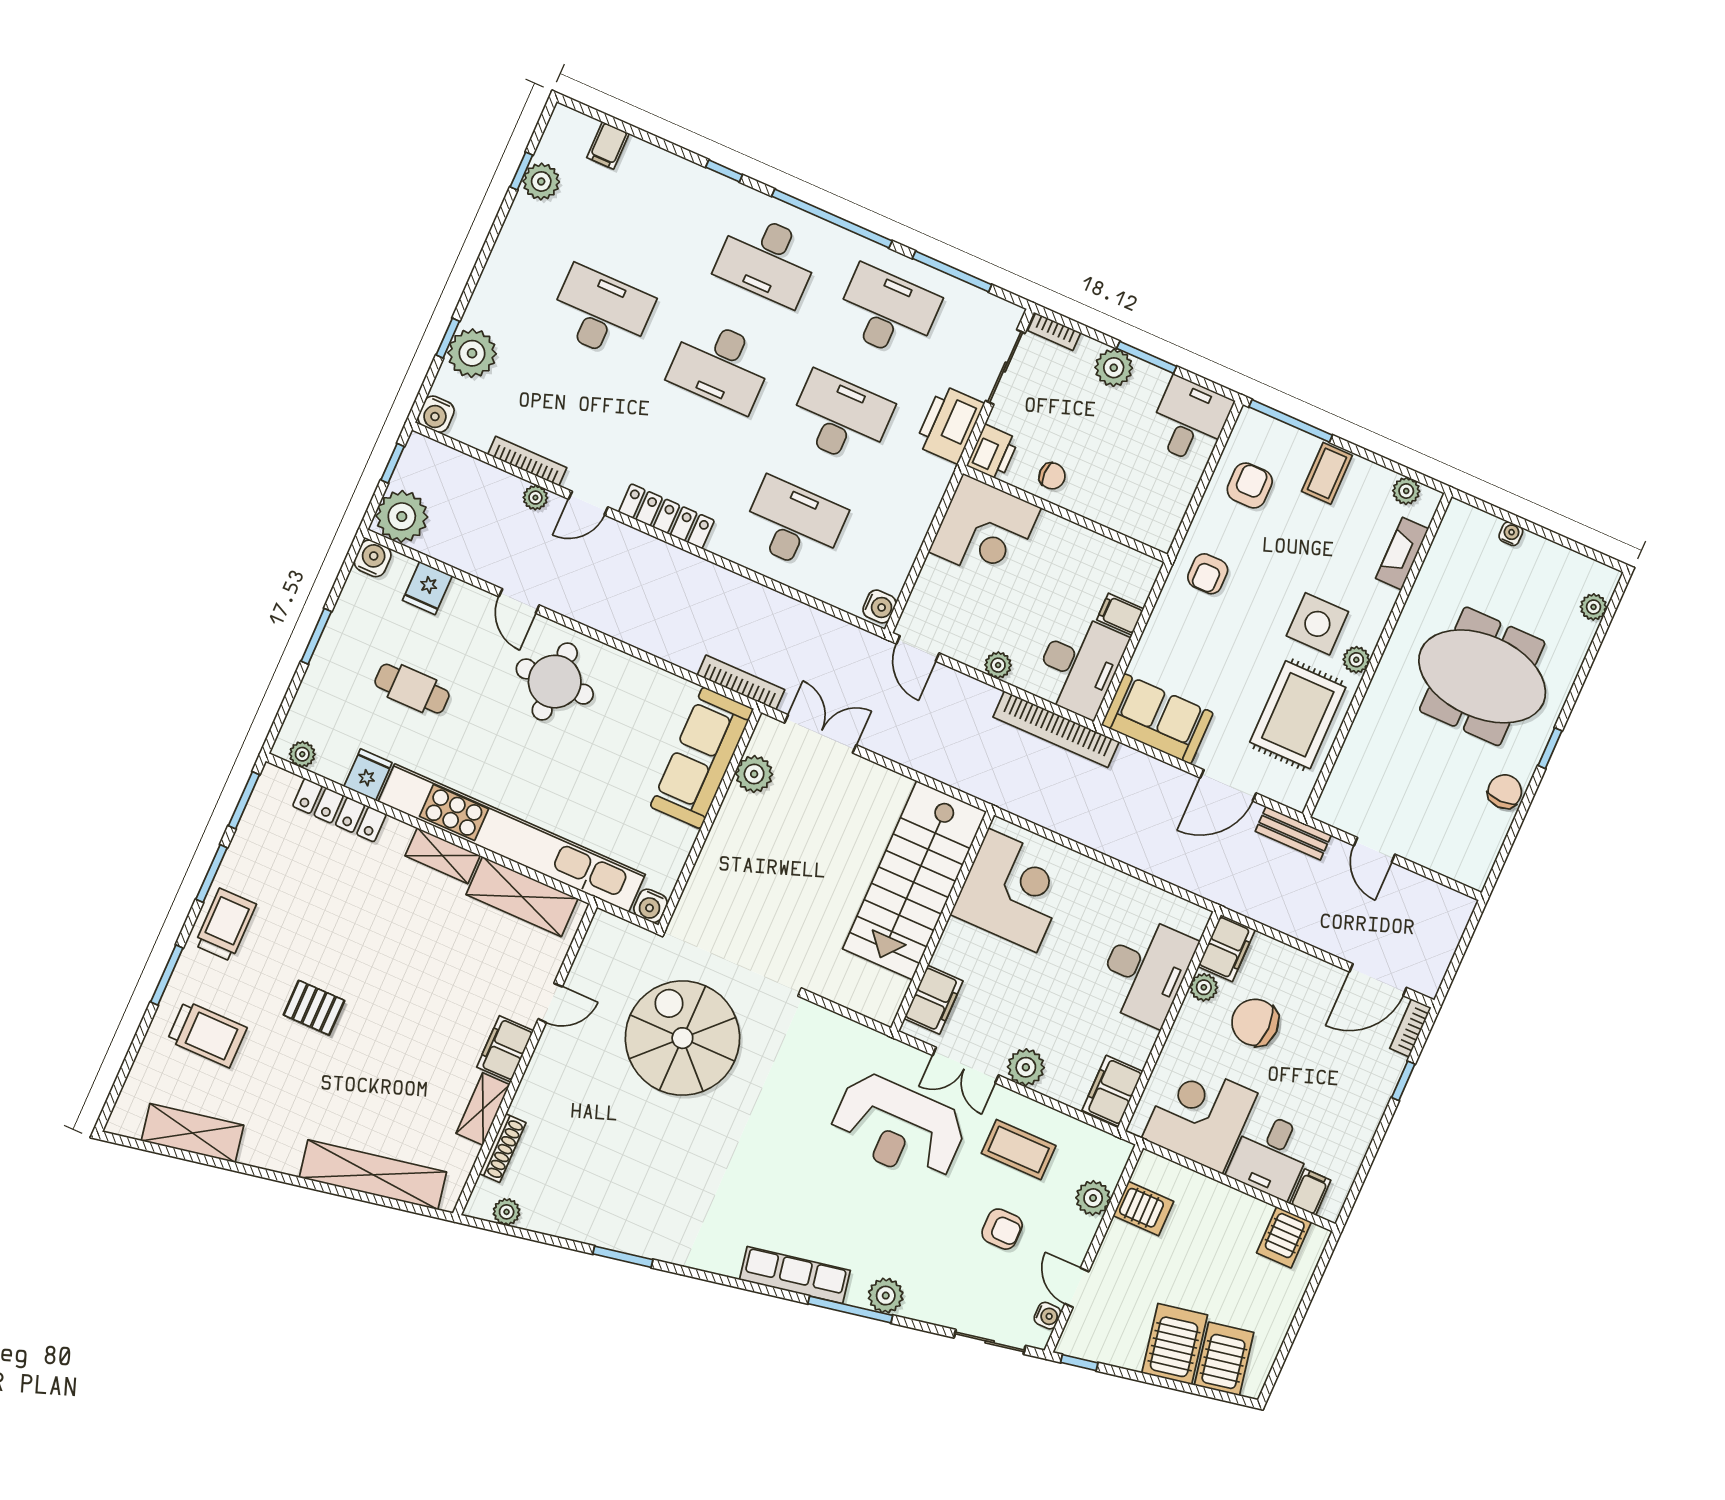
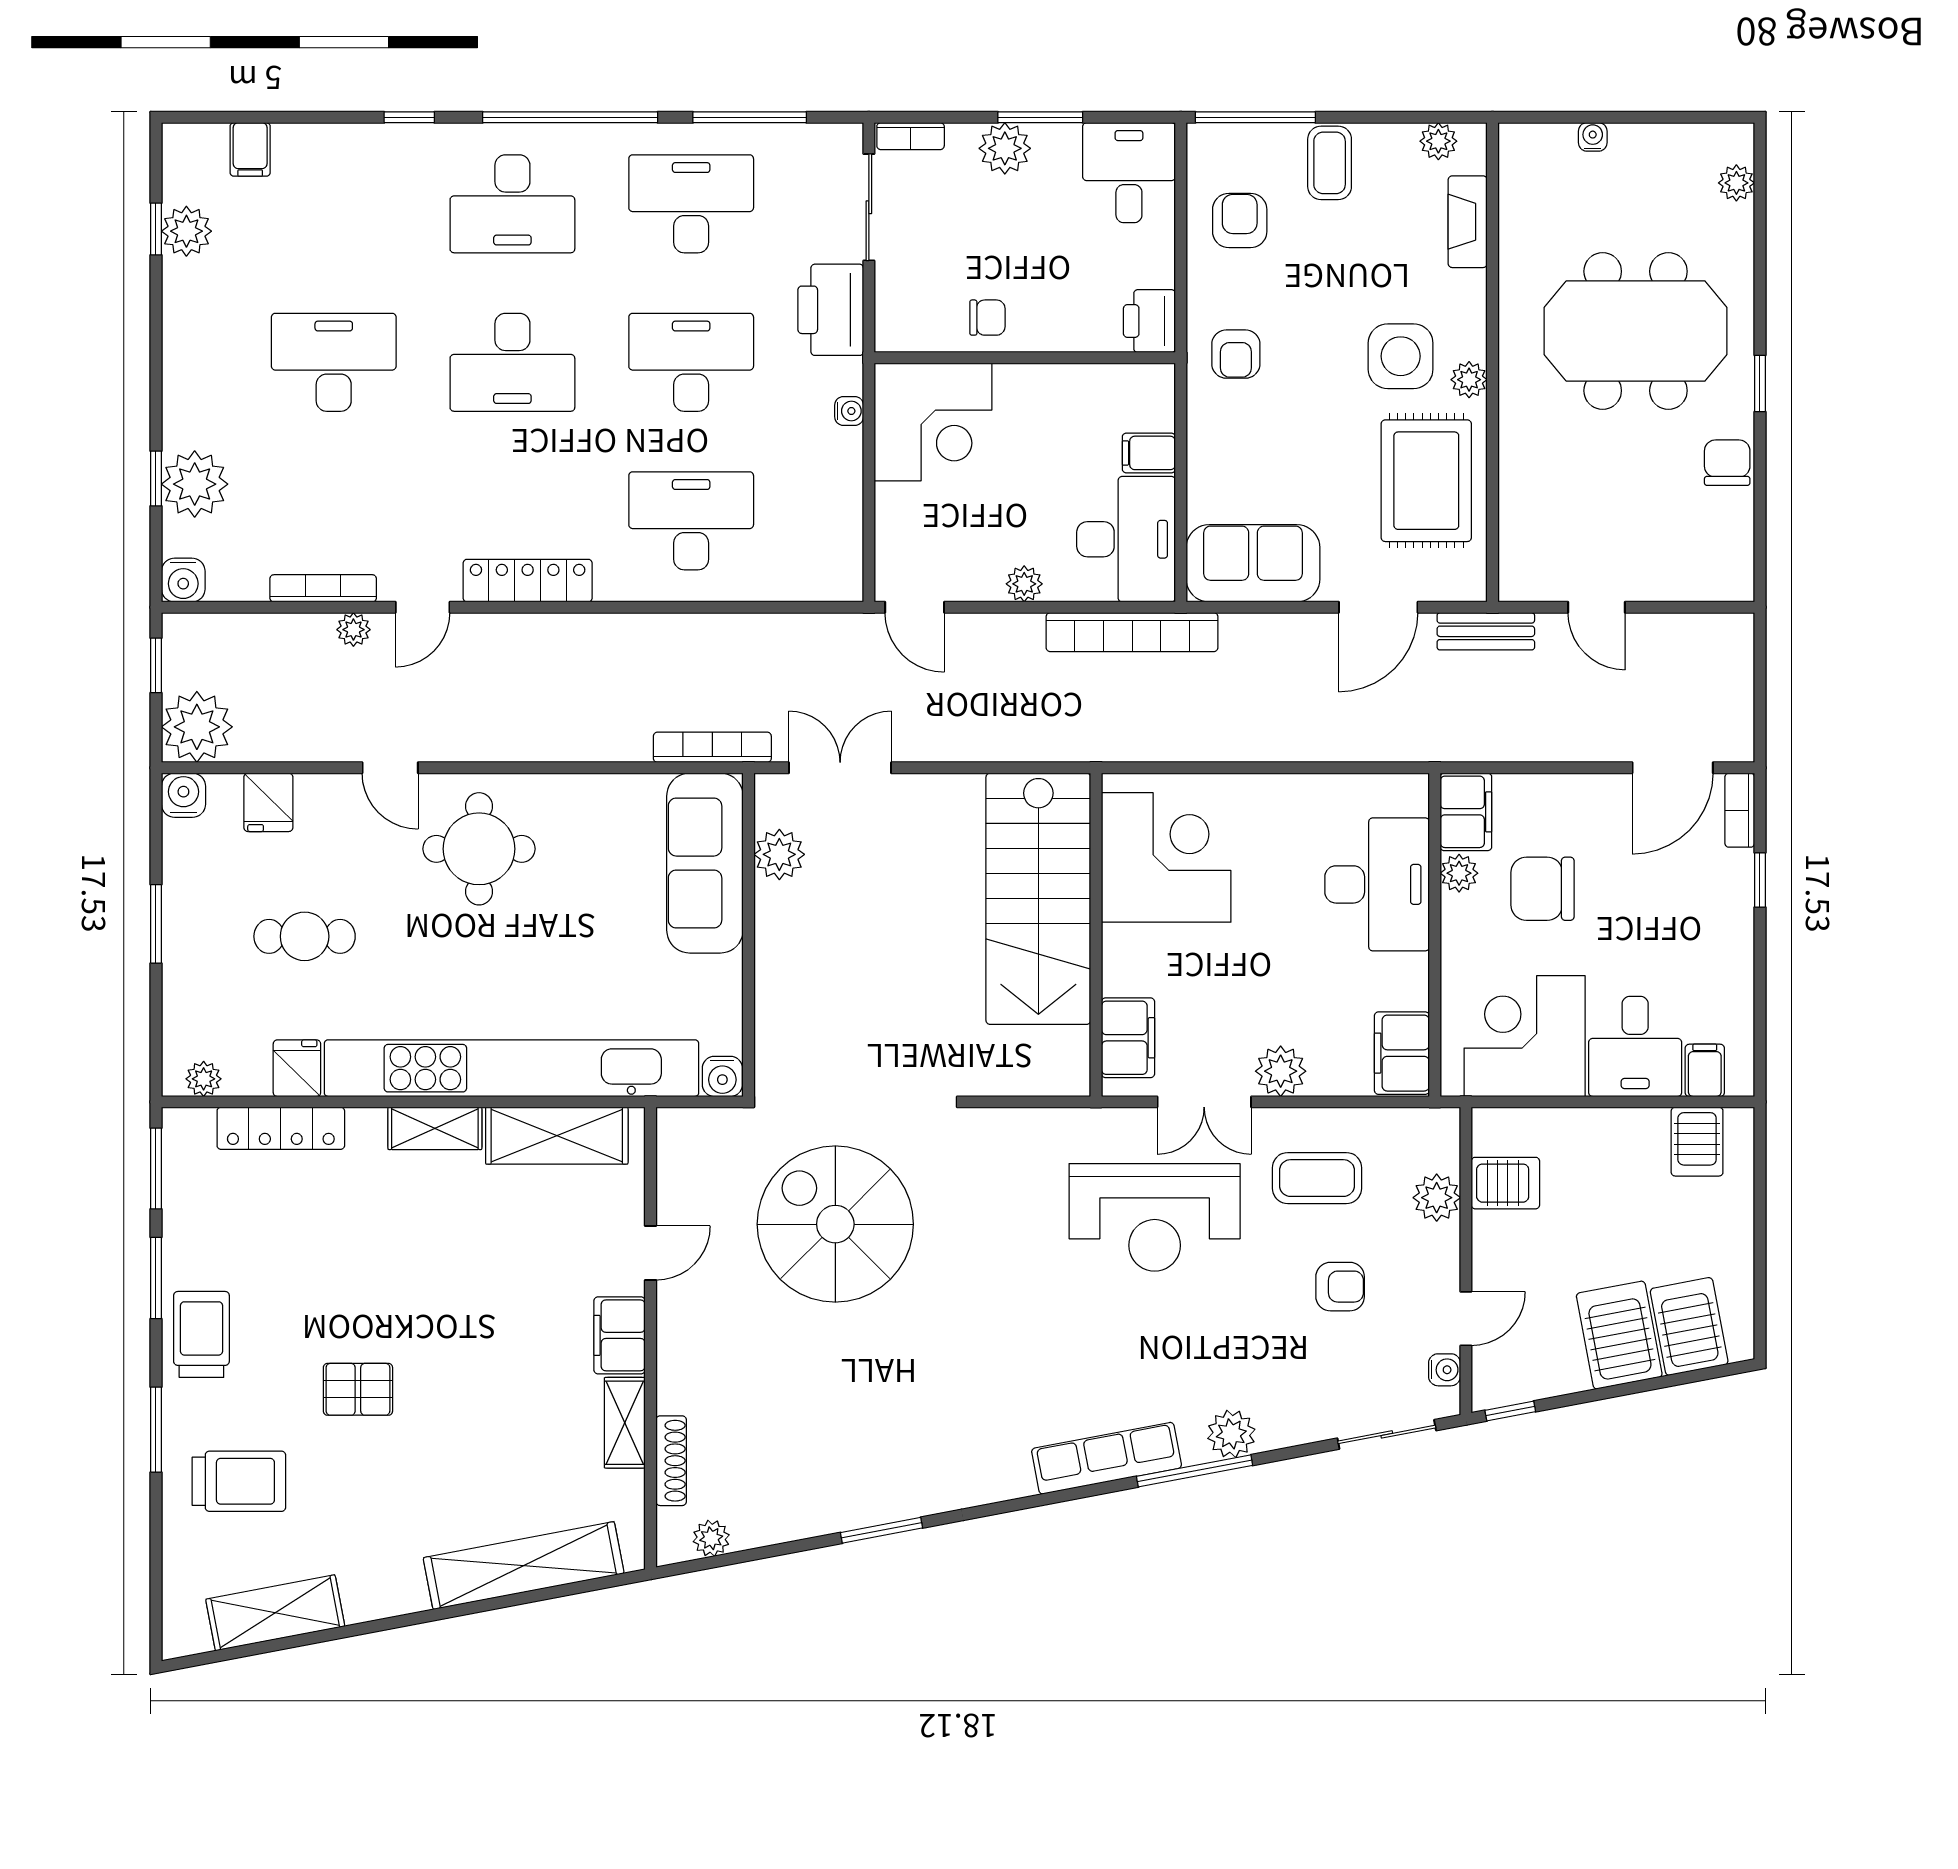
printer: (993, 452) -> (1149, 321), moved, turned 180
water cooler: (879, 607) -> (849, 411), moved, width x0.72, depth x0.72
door: (1077, 1288) -> (1466, 1319), swing flipped

